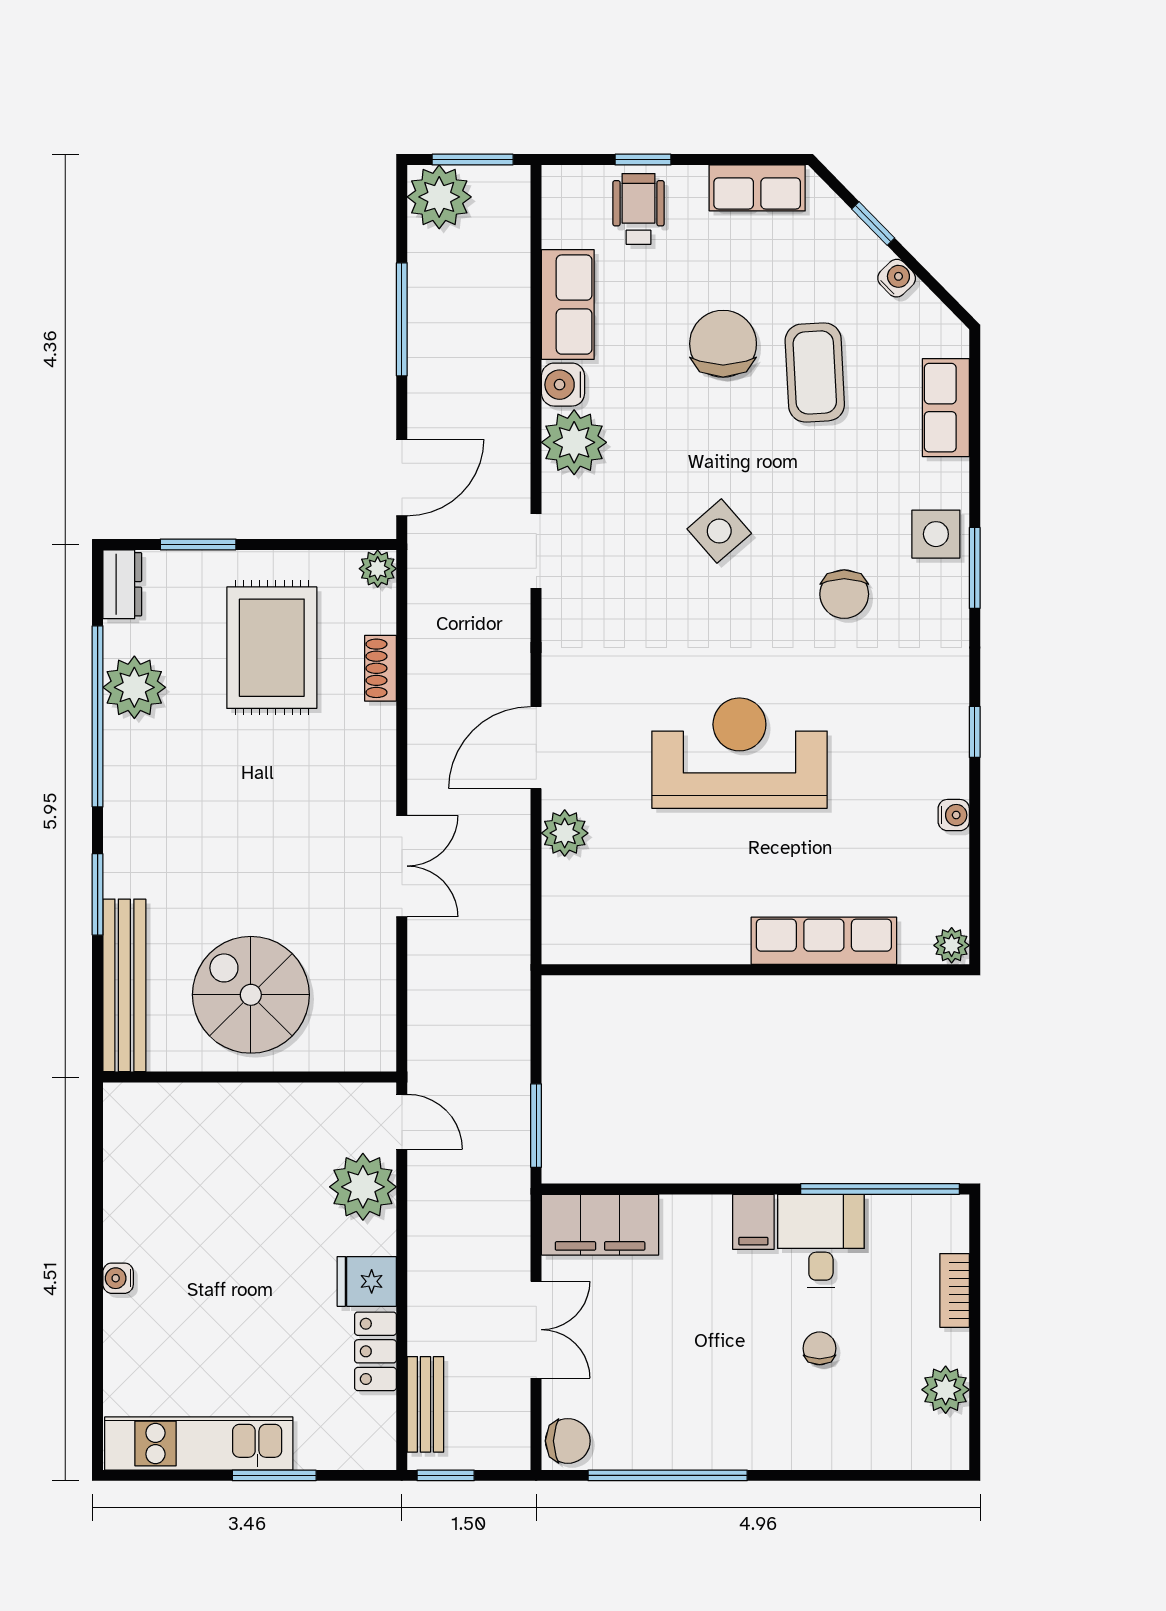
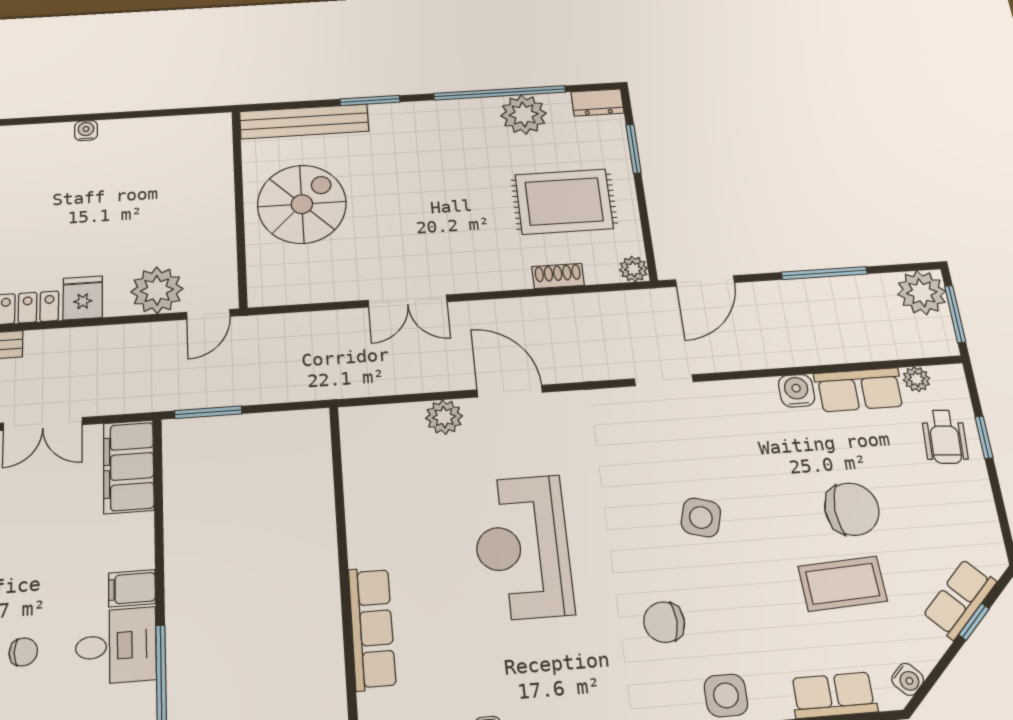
row of seats: (757, 188) -> (960, 599), moved, turned 46
wheelchair: (639, 209) -> (945, 437), turned 94
water cooler: (897, 278) -> (908, 679), moved
plant: (574, 442) -> (916, 379), moved, width x0.53, depth x0.53
door: (402, 478) -> (705, 281), hinge flipped
side table: (719, 531) -> (701, 517), turned -33
reception desk: (739, 753) -> (522, 547), turned 180

